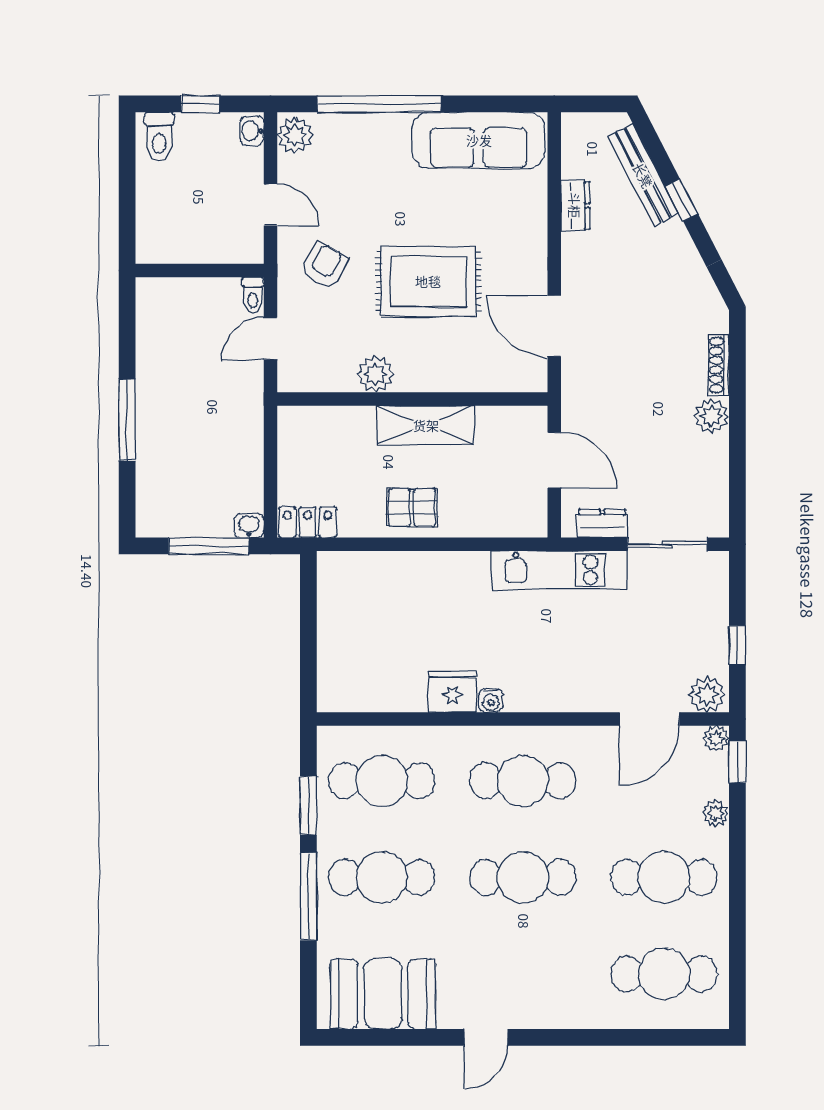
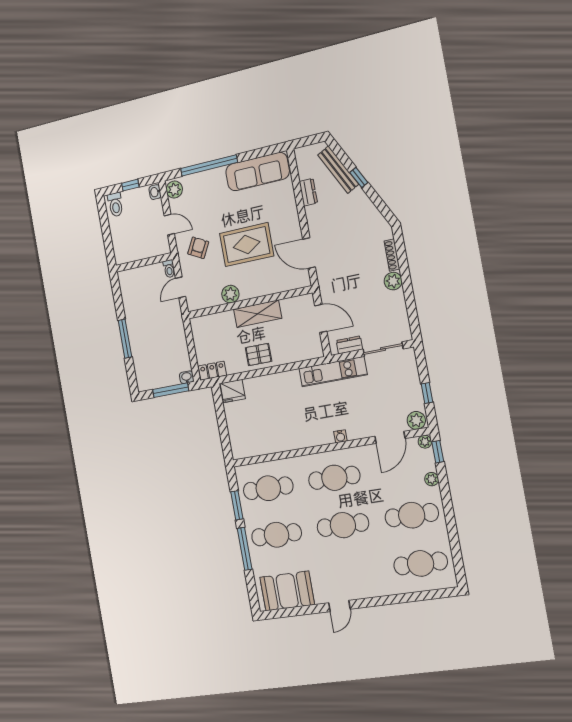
fridge: (452, 692) -> (233, 391), moved, turned 180
water cooler: (491, 701) -> (340, 436), moved

